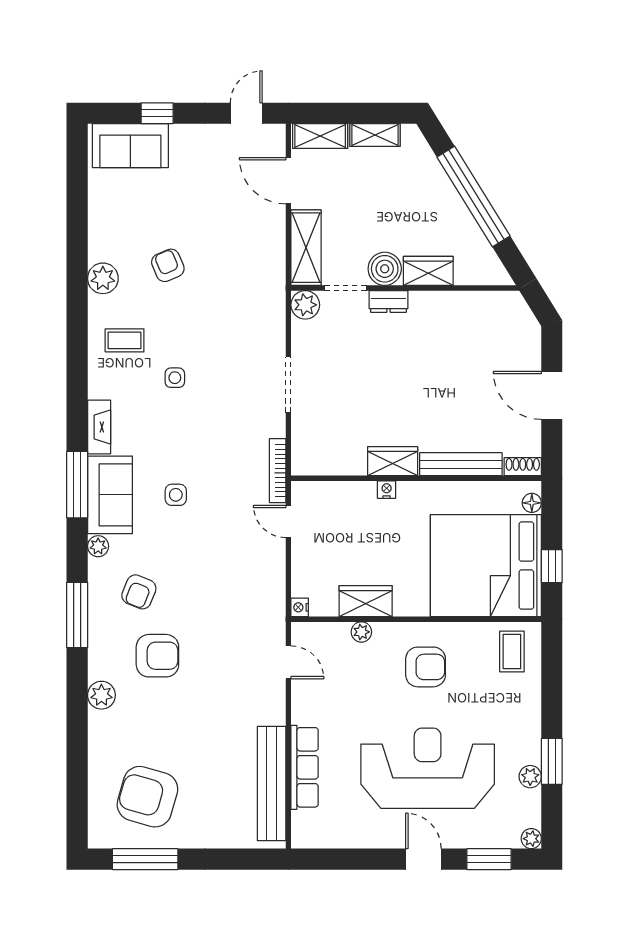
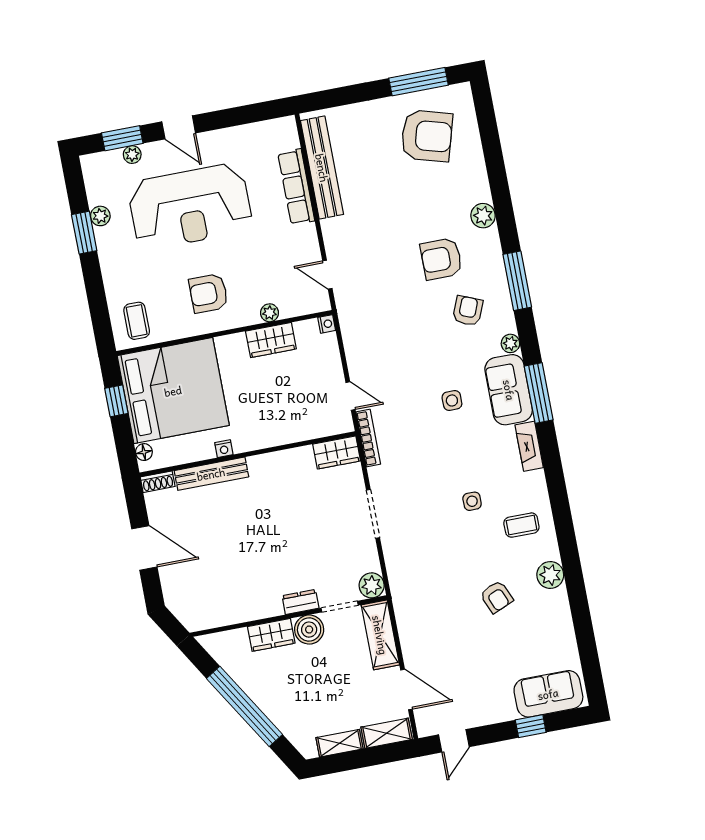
wardrobe: (393, 461) -> (337, 452), moved
nightstand: (387, 490) -> (224, 449), moved
plant: (531, 839) -> (132, 155), moved

